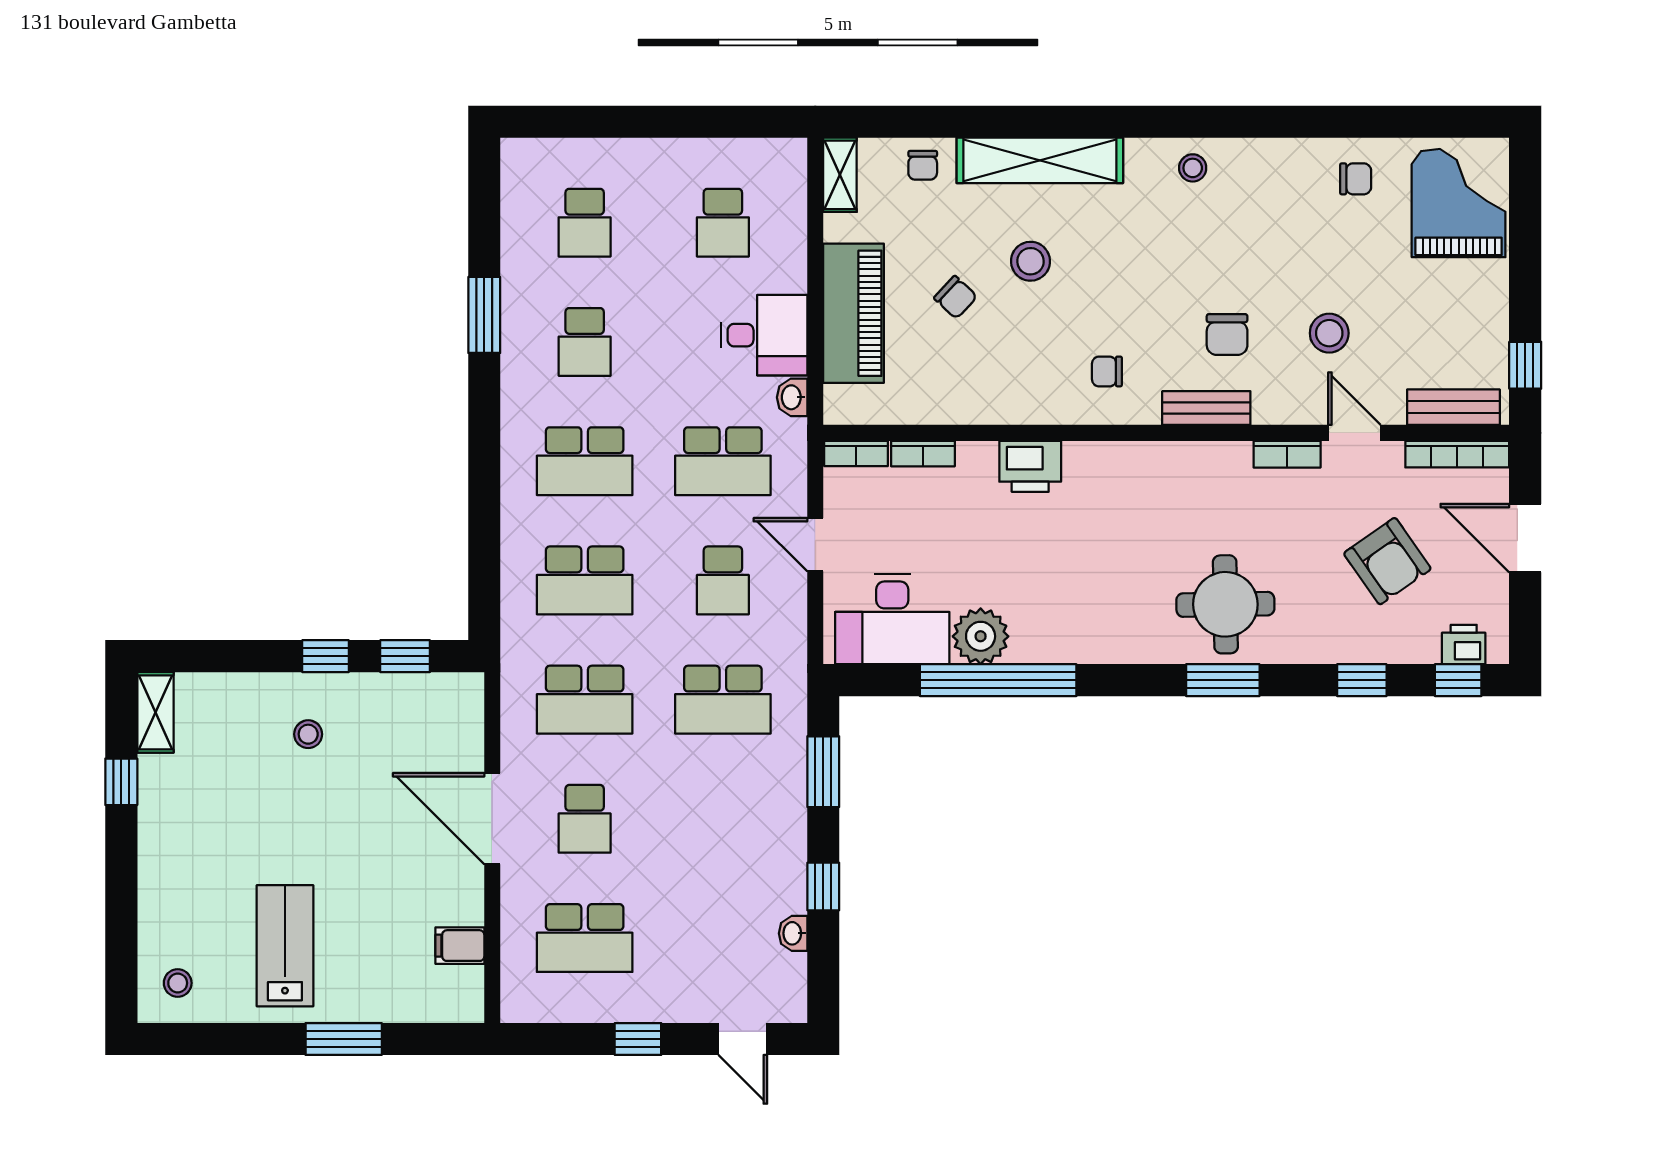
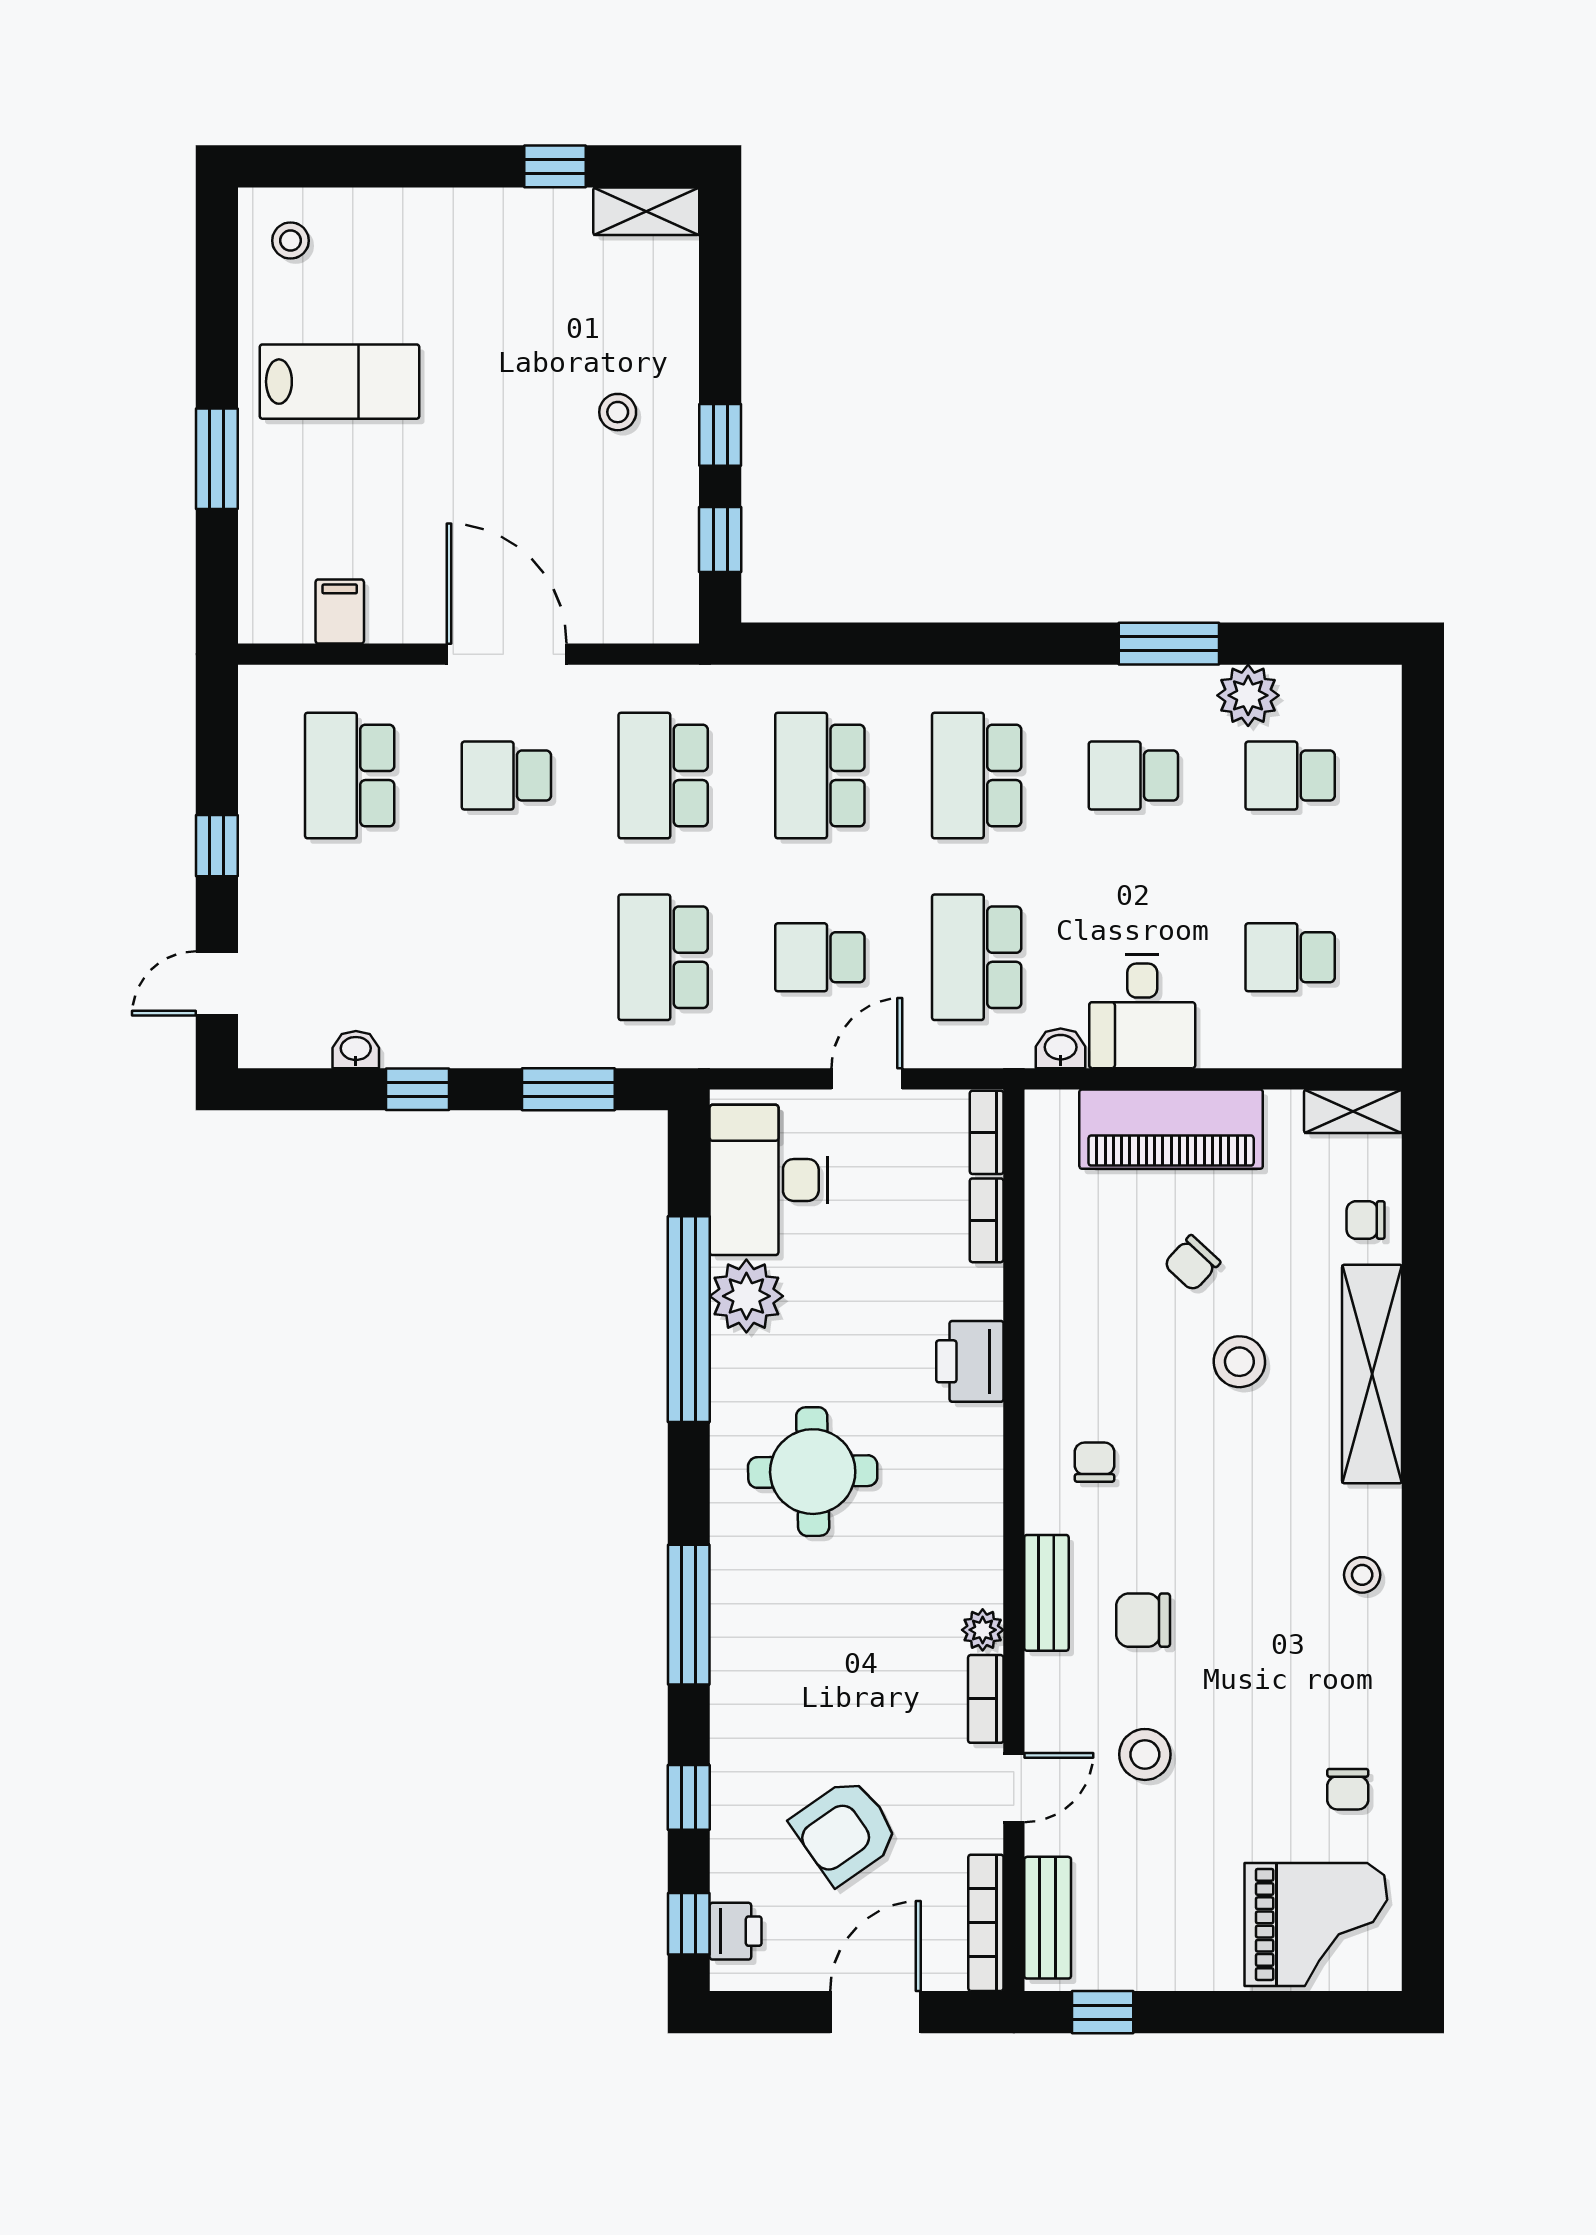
plant: (524, 255) -> (1248, 695), added
plant: (1235, 457) -> (983, 1630), added
round table: (1225, 604) -> (813, 1472), moved
window: (1223, 680) -> (689, 1615), width x1.44
door: (492, 819) -> (507, 654), hinge flipped

